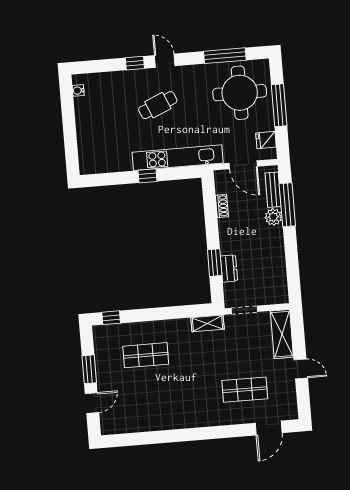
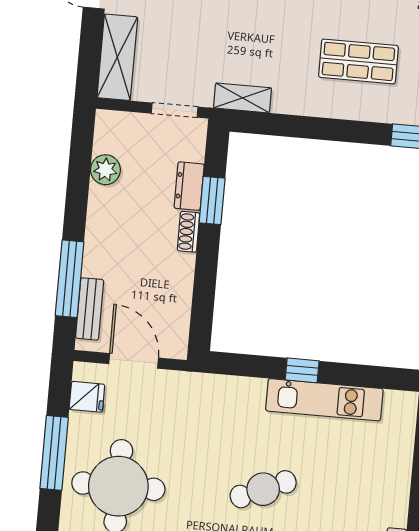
kitchen unit: (178, 158) -> (324, 400), moved, width x0.73
shoe rack: (222, 206) -> (189, 232), moved
plant: (273, 217) -> (105, 170), moved

